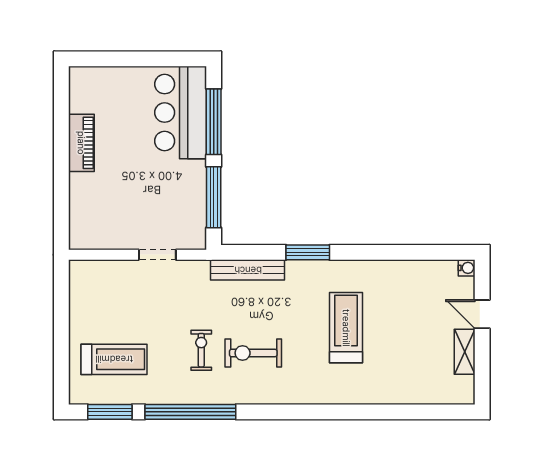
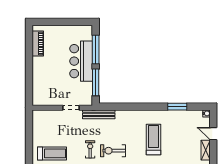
bar counter: (181, 113) -> (81, 61), moved
piano: (81, 143) -> (38, 44), moved
window: (308, 252) -> (177, 107), moved
bench: (248, 270) -> (99, 114), moved

